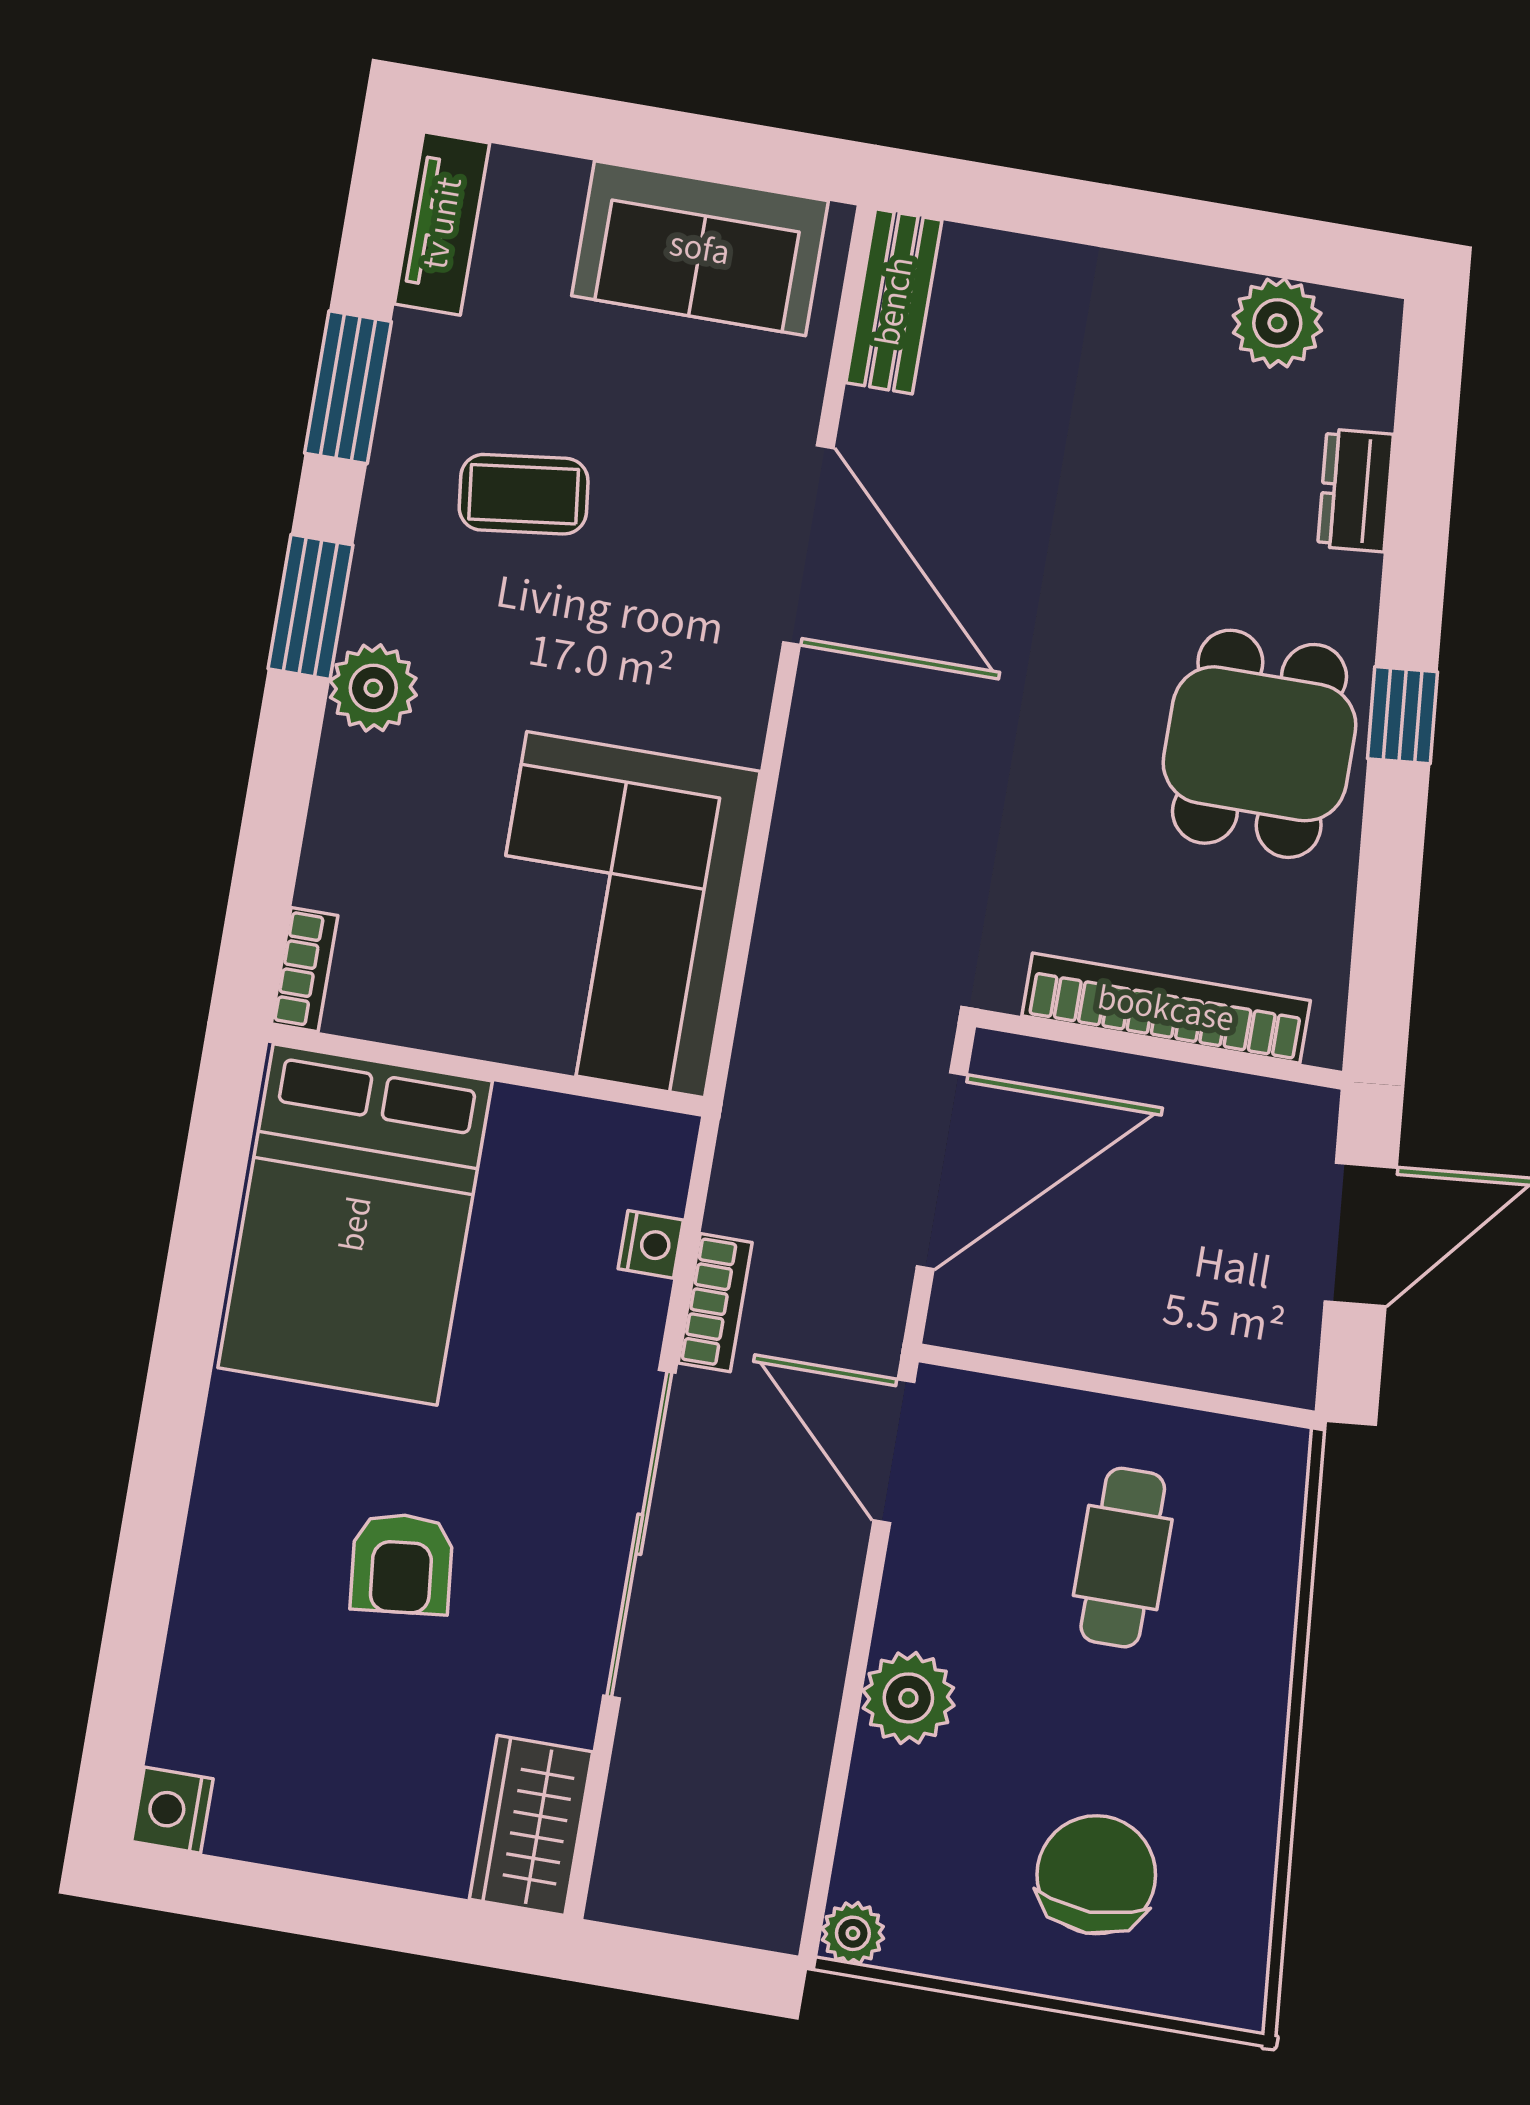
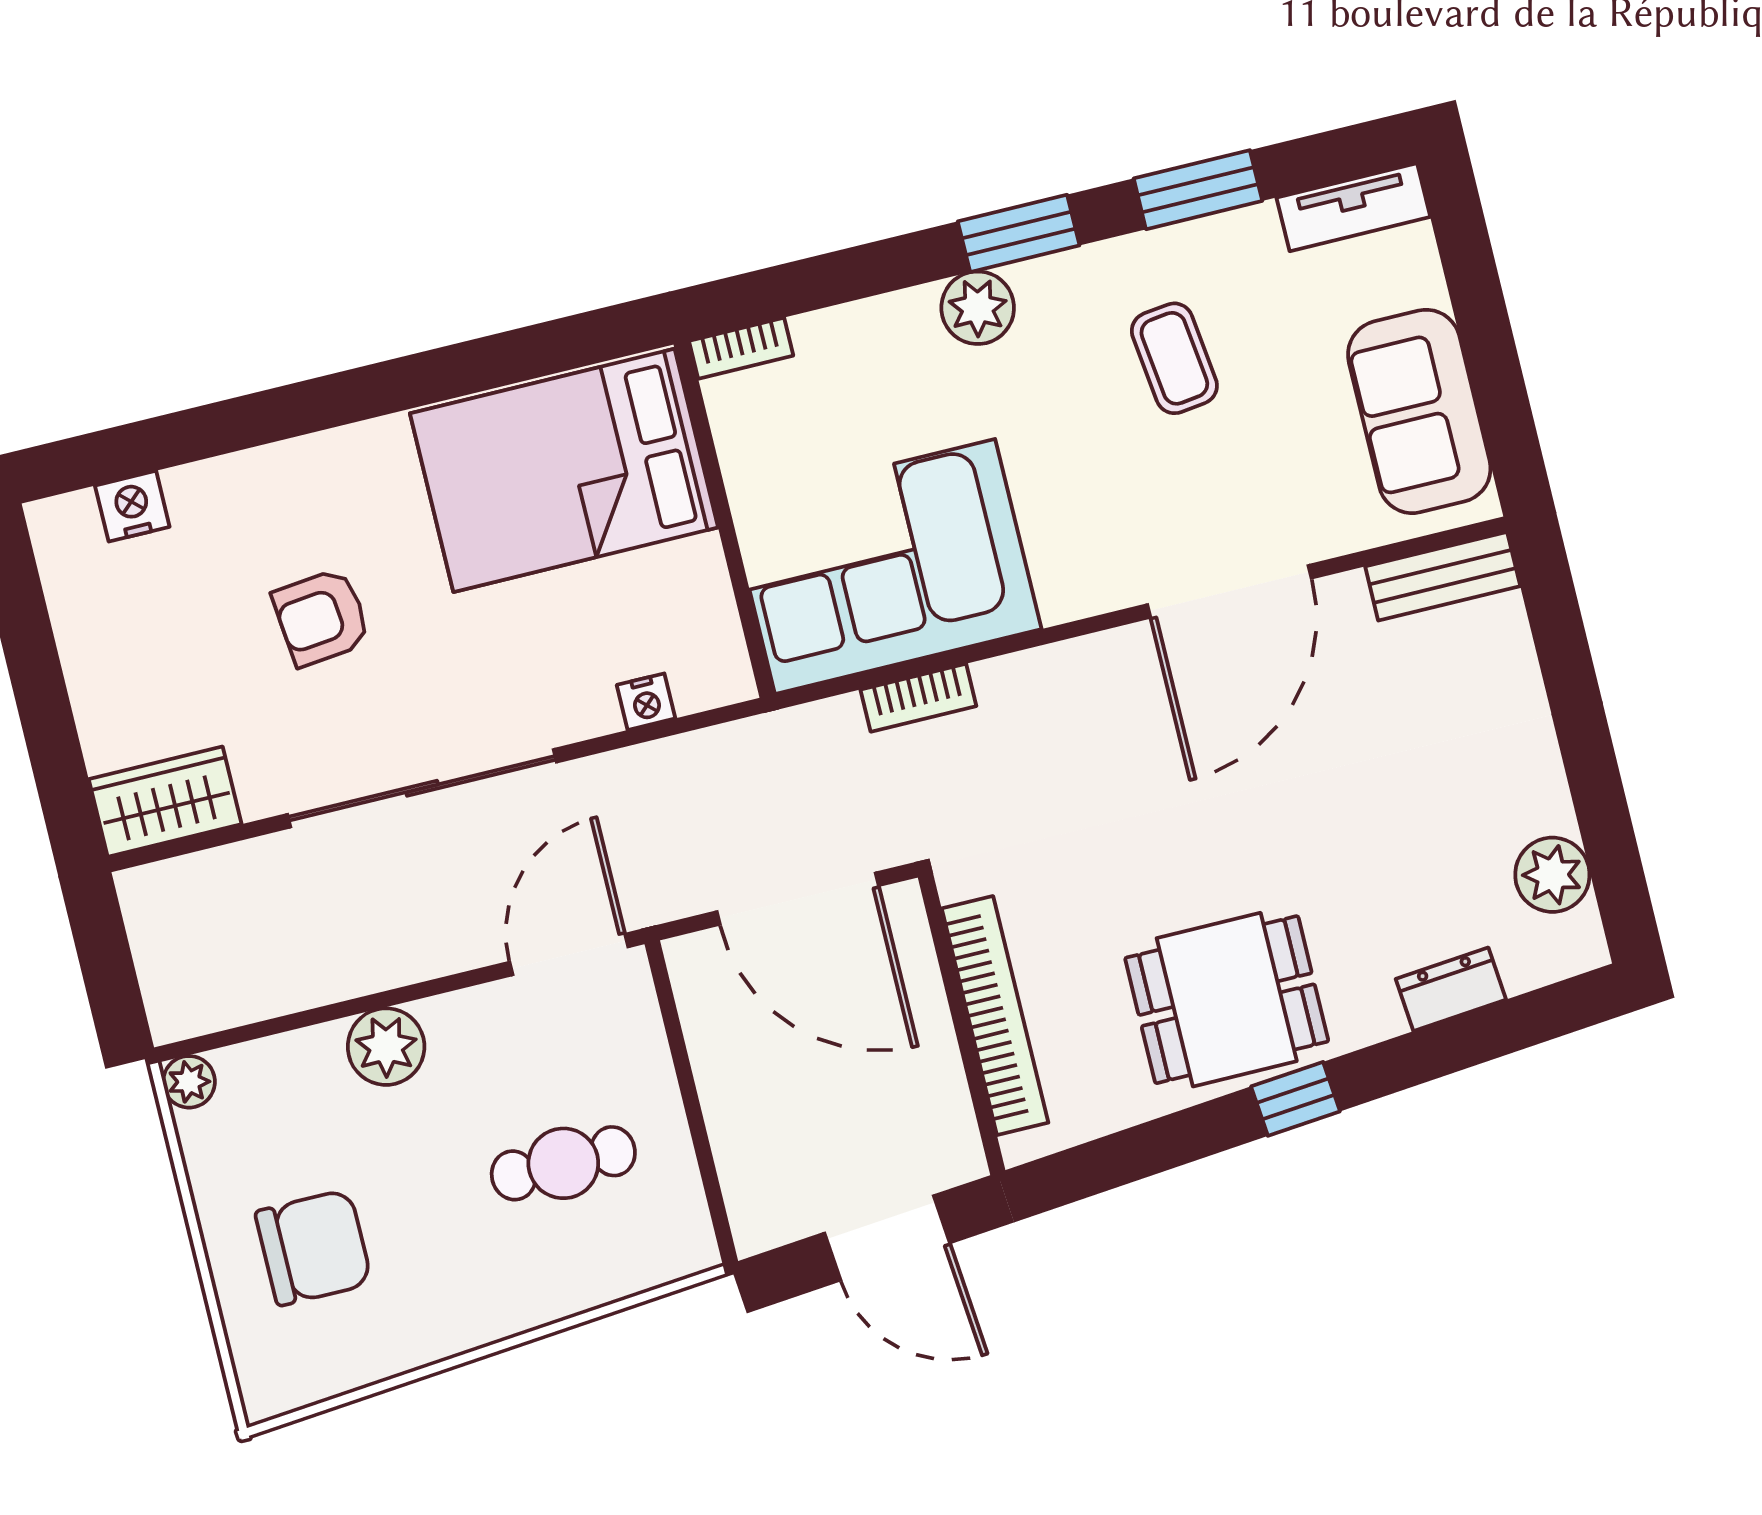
bookcase: (715, 1303) -> (918, 698), moved
nightstand: (172, 1810) -> (132, 506), moved

